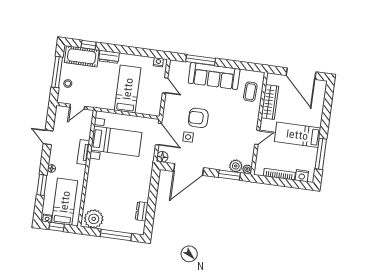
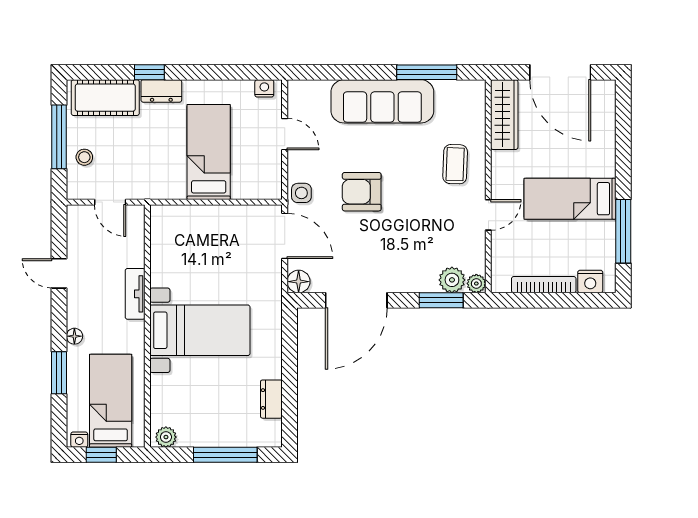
window: (88, 45) -> (149, 72), moved
window: (201, 60) -> (427, 72), moved
coffee table: (250, 92) -> (455, 164), moved
wardrobe: (270, 102) -> (504, 115), moved
door: (77, 107) -> (110, 202), hinge flipped
side table: (188, 137) -> (301, 193), moved
bed with nightstands: (116, 141) -> (200, 330), moved
plant: (94, 219) -> (166, 437), width x0.53, depth x0.53

